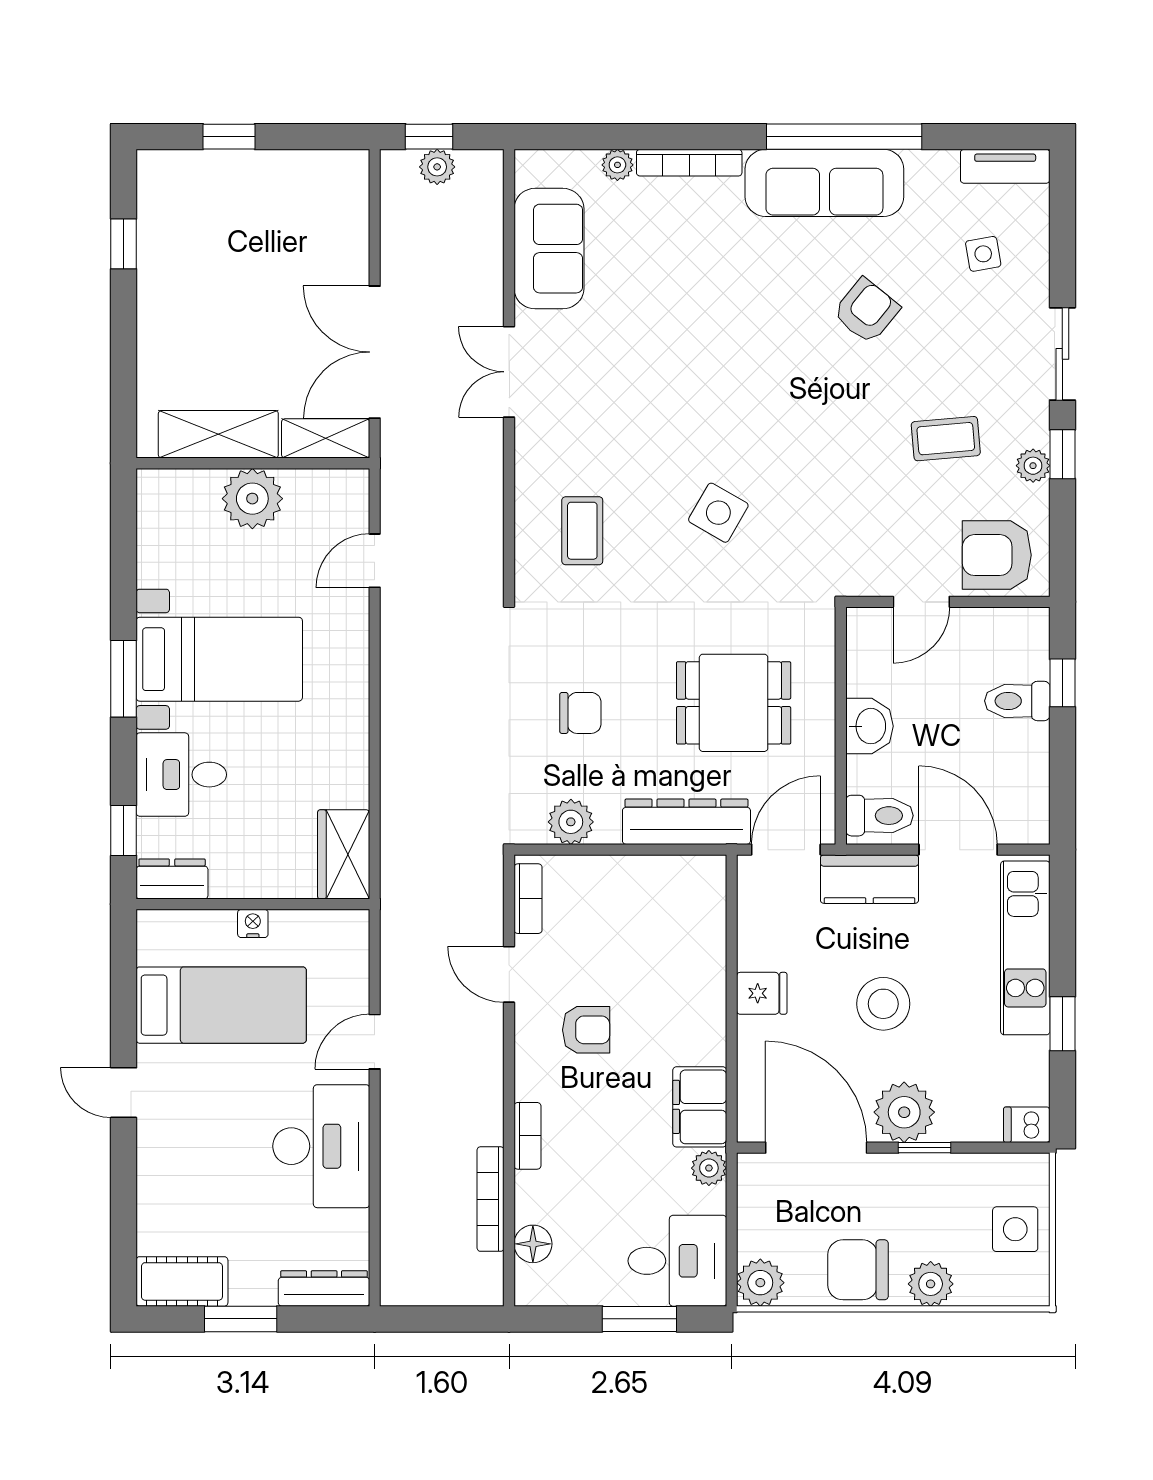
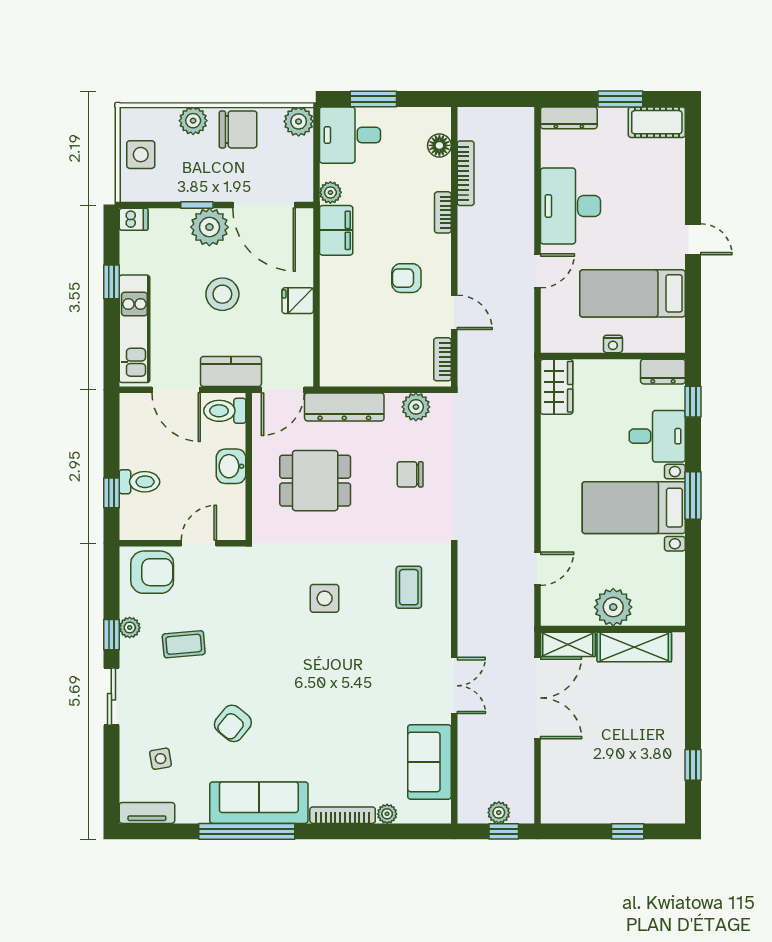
side table: (718, 513) -> (325, 598), turned -30

